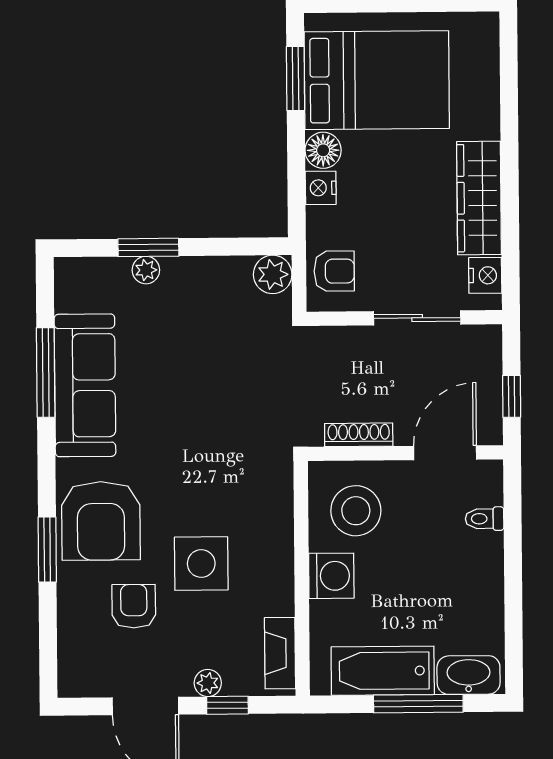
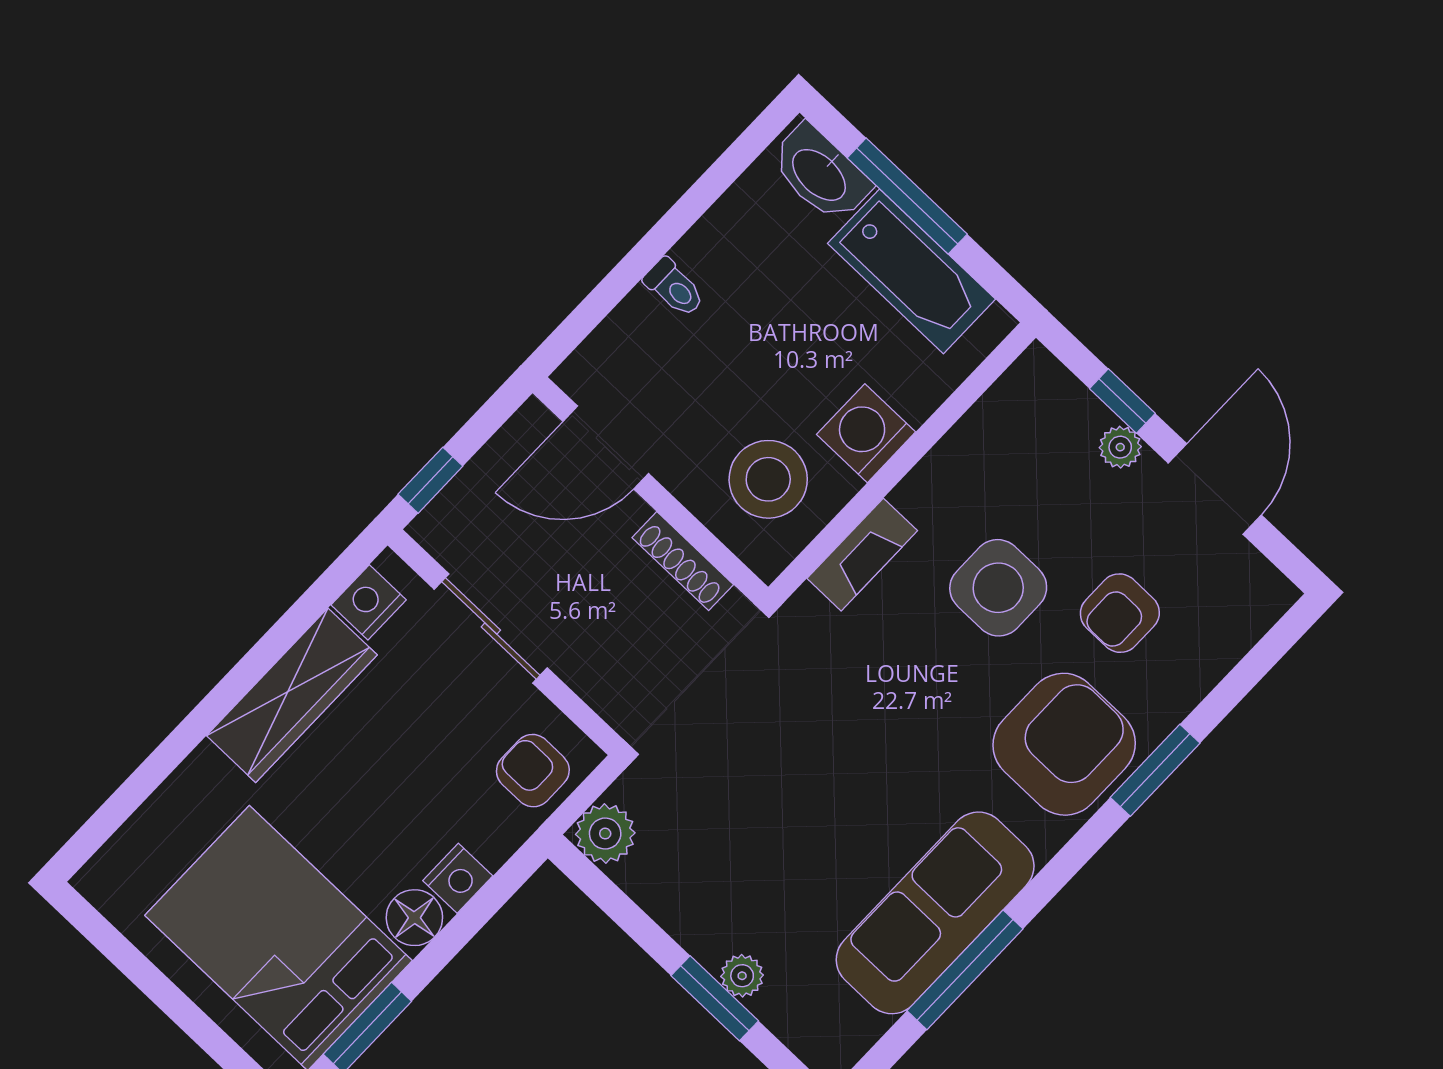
window: (512, 396) -> (430, 480), moved
toilet: (485, 519) -> (674, 288), moved
fireplace: (280, 653) -> (862, 555), moved

